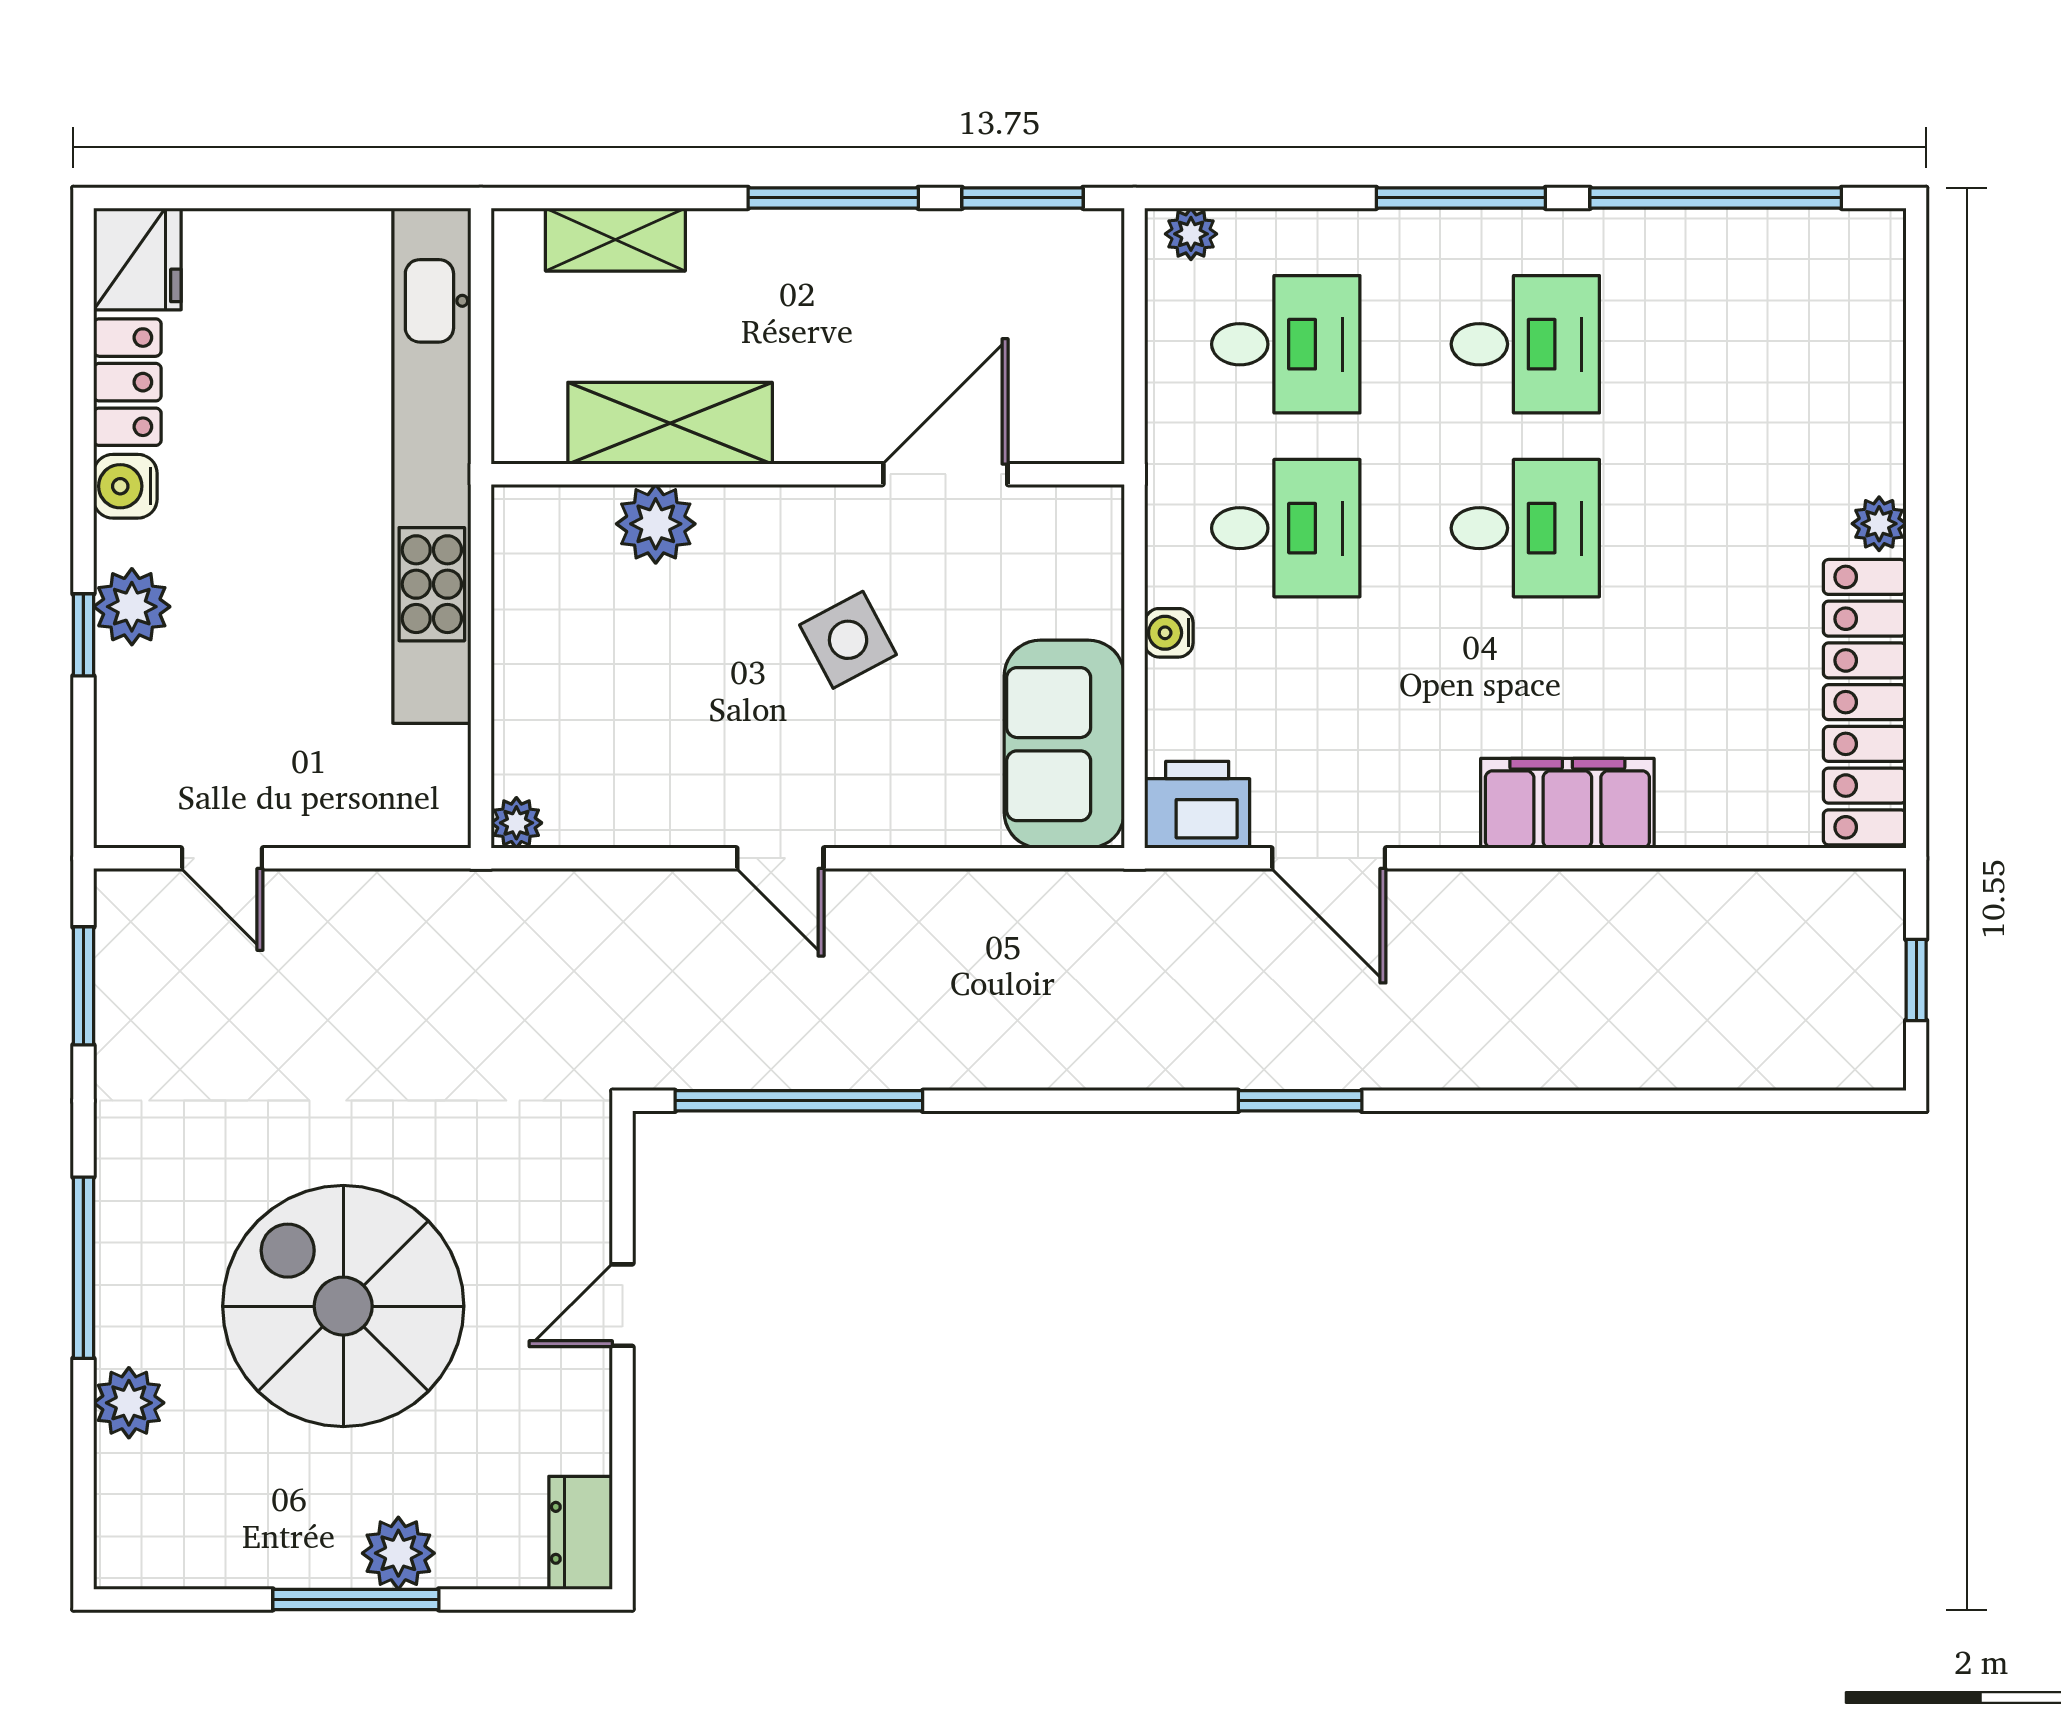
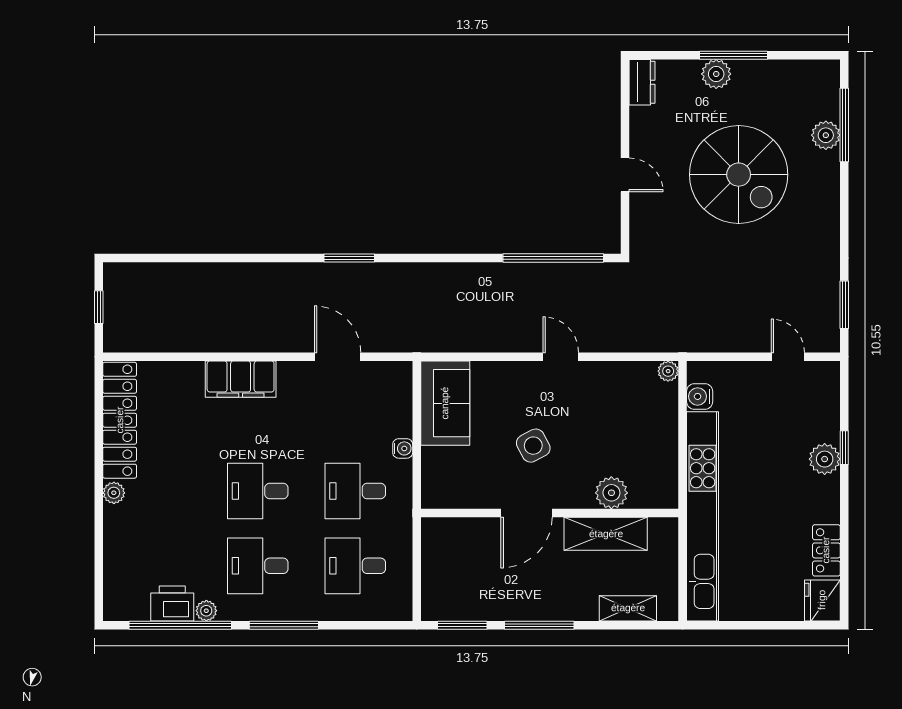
plant: (1191, 234) -> (206, 611), moved
door: (945, 474) -> (526, 513), moved
water cooler: (125, 486) -> (700, 396), moved, turned 180
printer: (1197, 805) -> (172, 604), moved, turned 180
window: (83, 1268) -> (844, 125), moved
door: (622, 1305) -> (625, 175), hinge flipped

